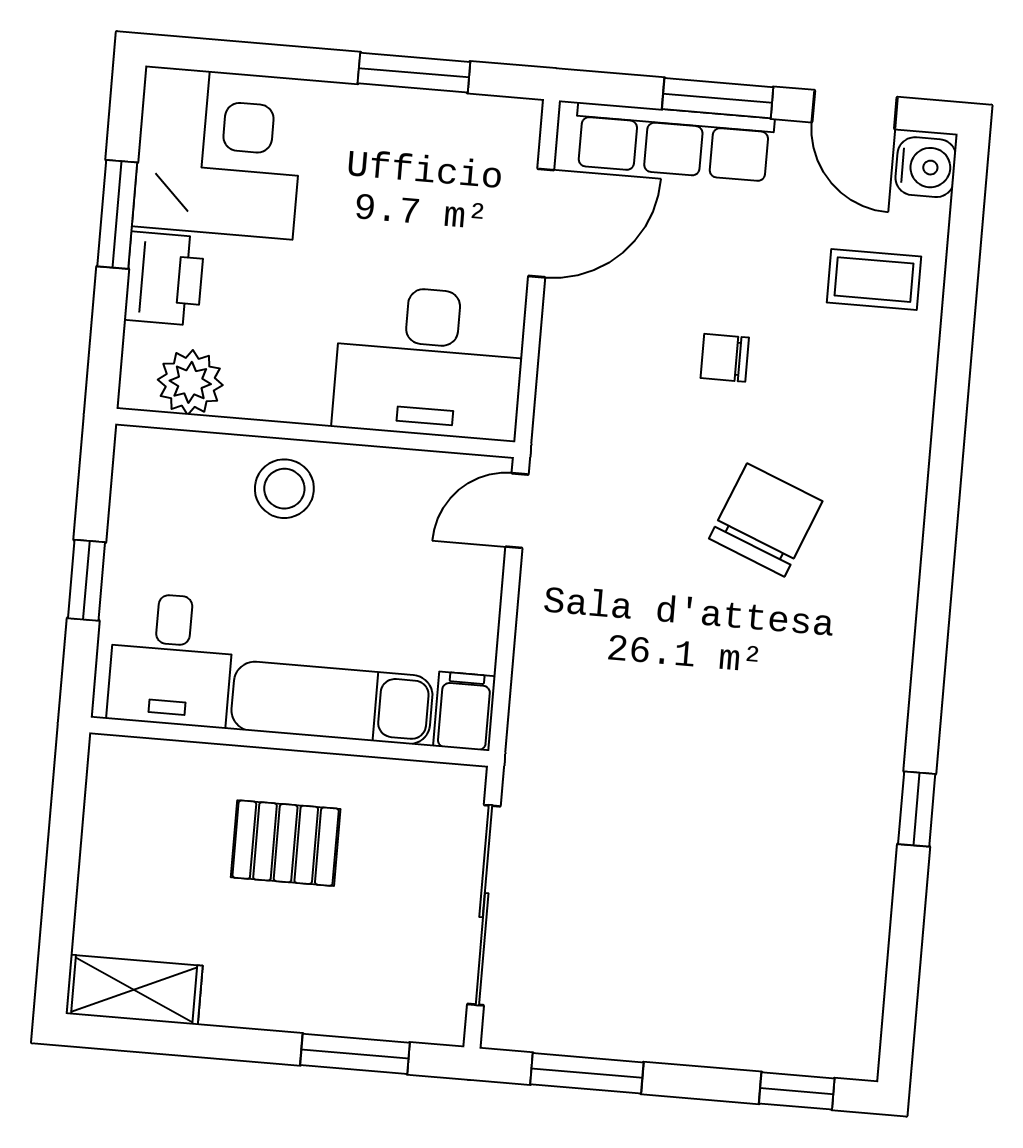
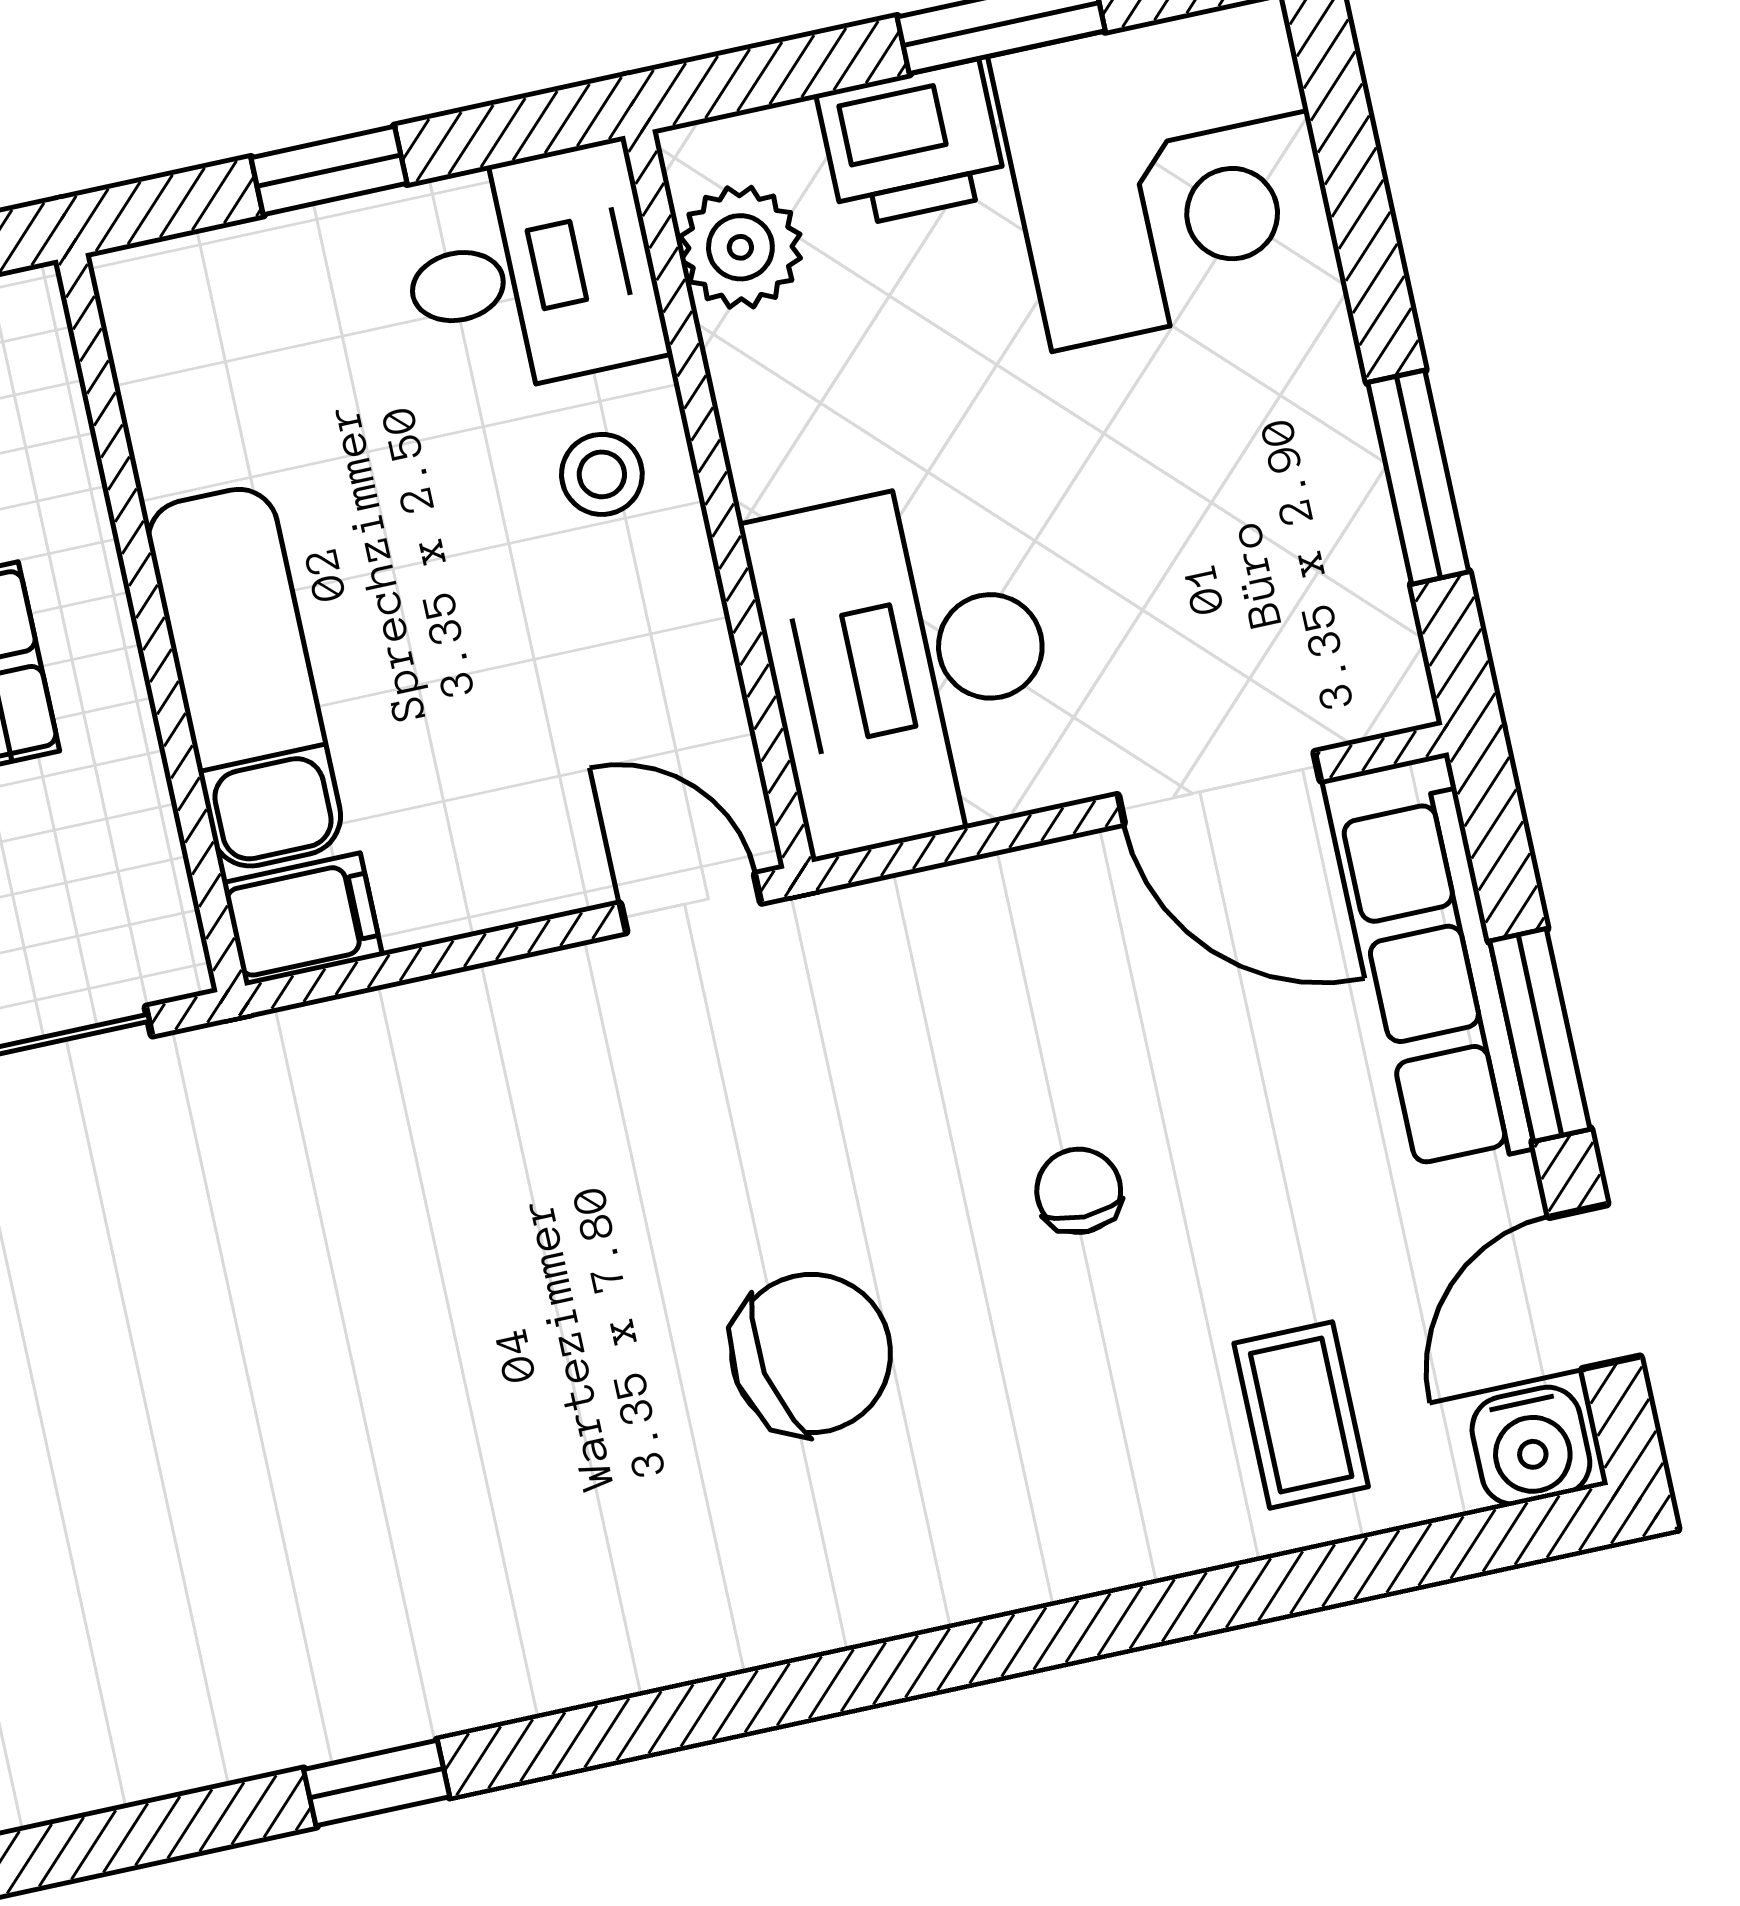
stool: (284, 489) -> (602, 474), width x0.73, depth x0.73
chair: (766, 520) -> (811, 1354), turned -32
desk: (171, 660) -> (531, 271), moved, turned 180

